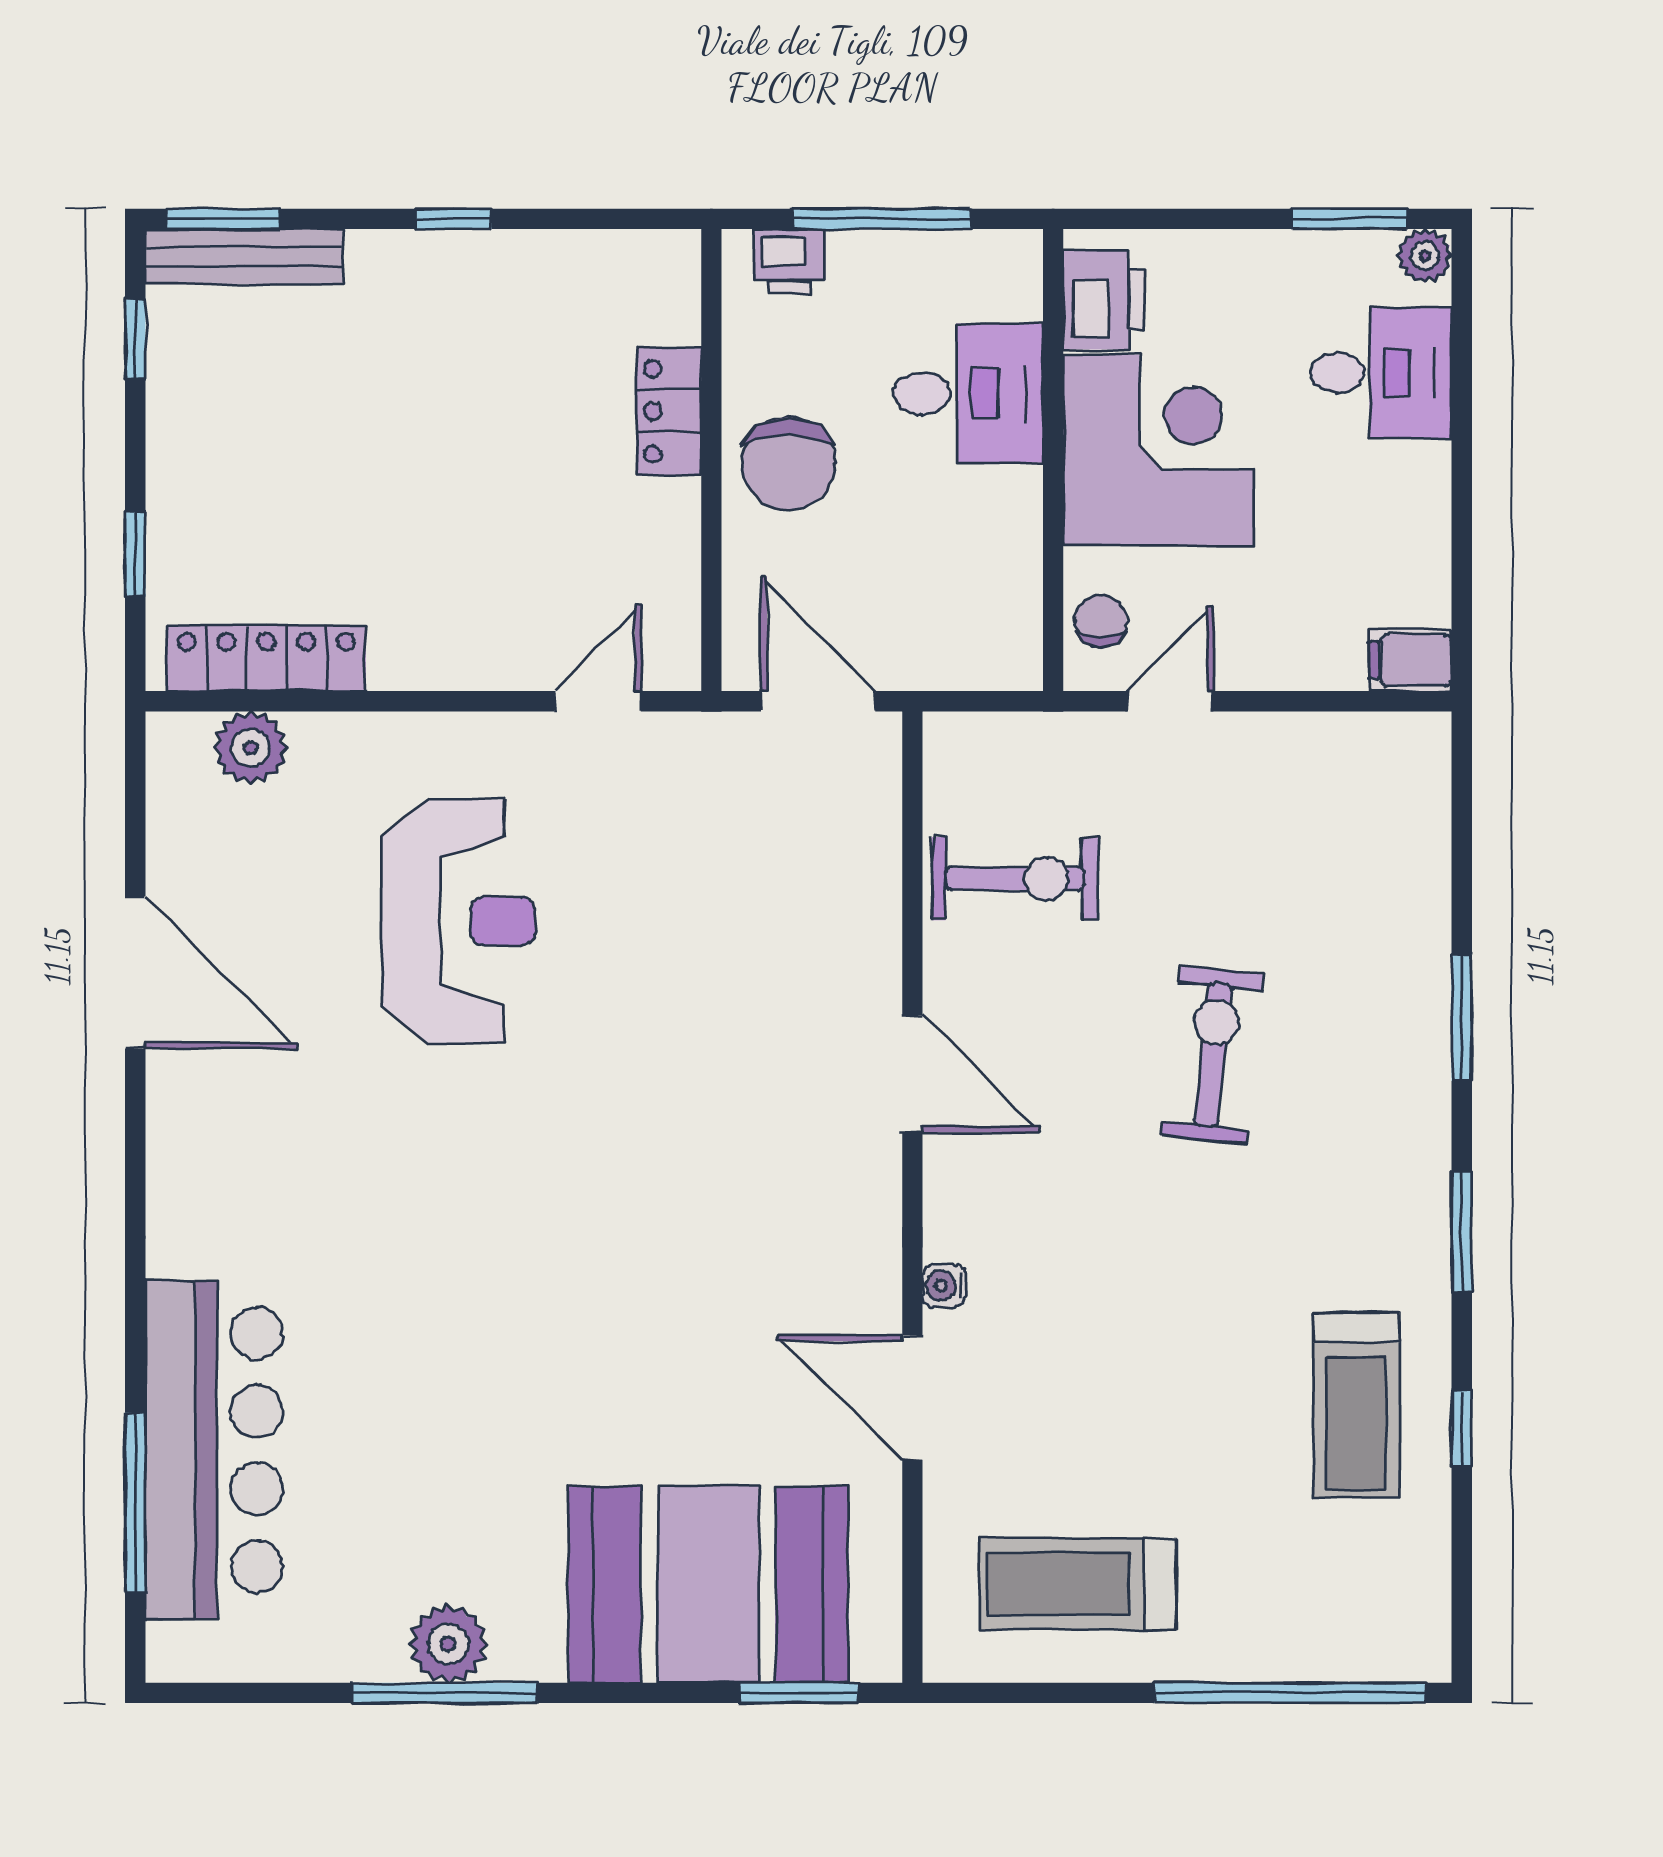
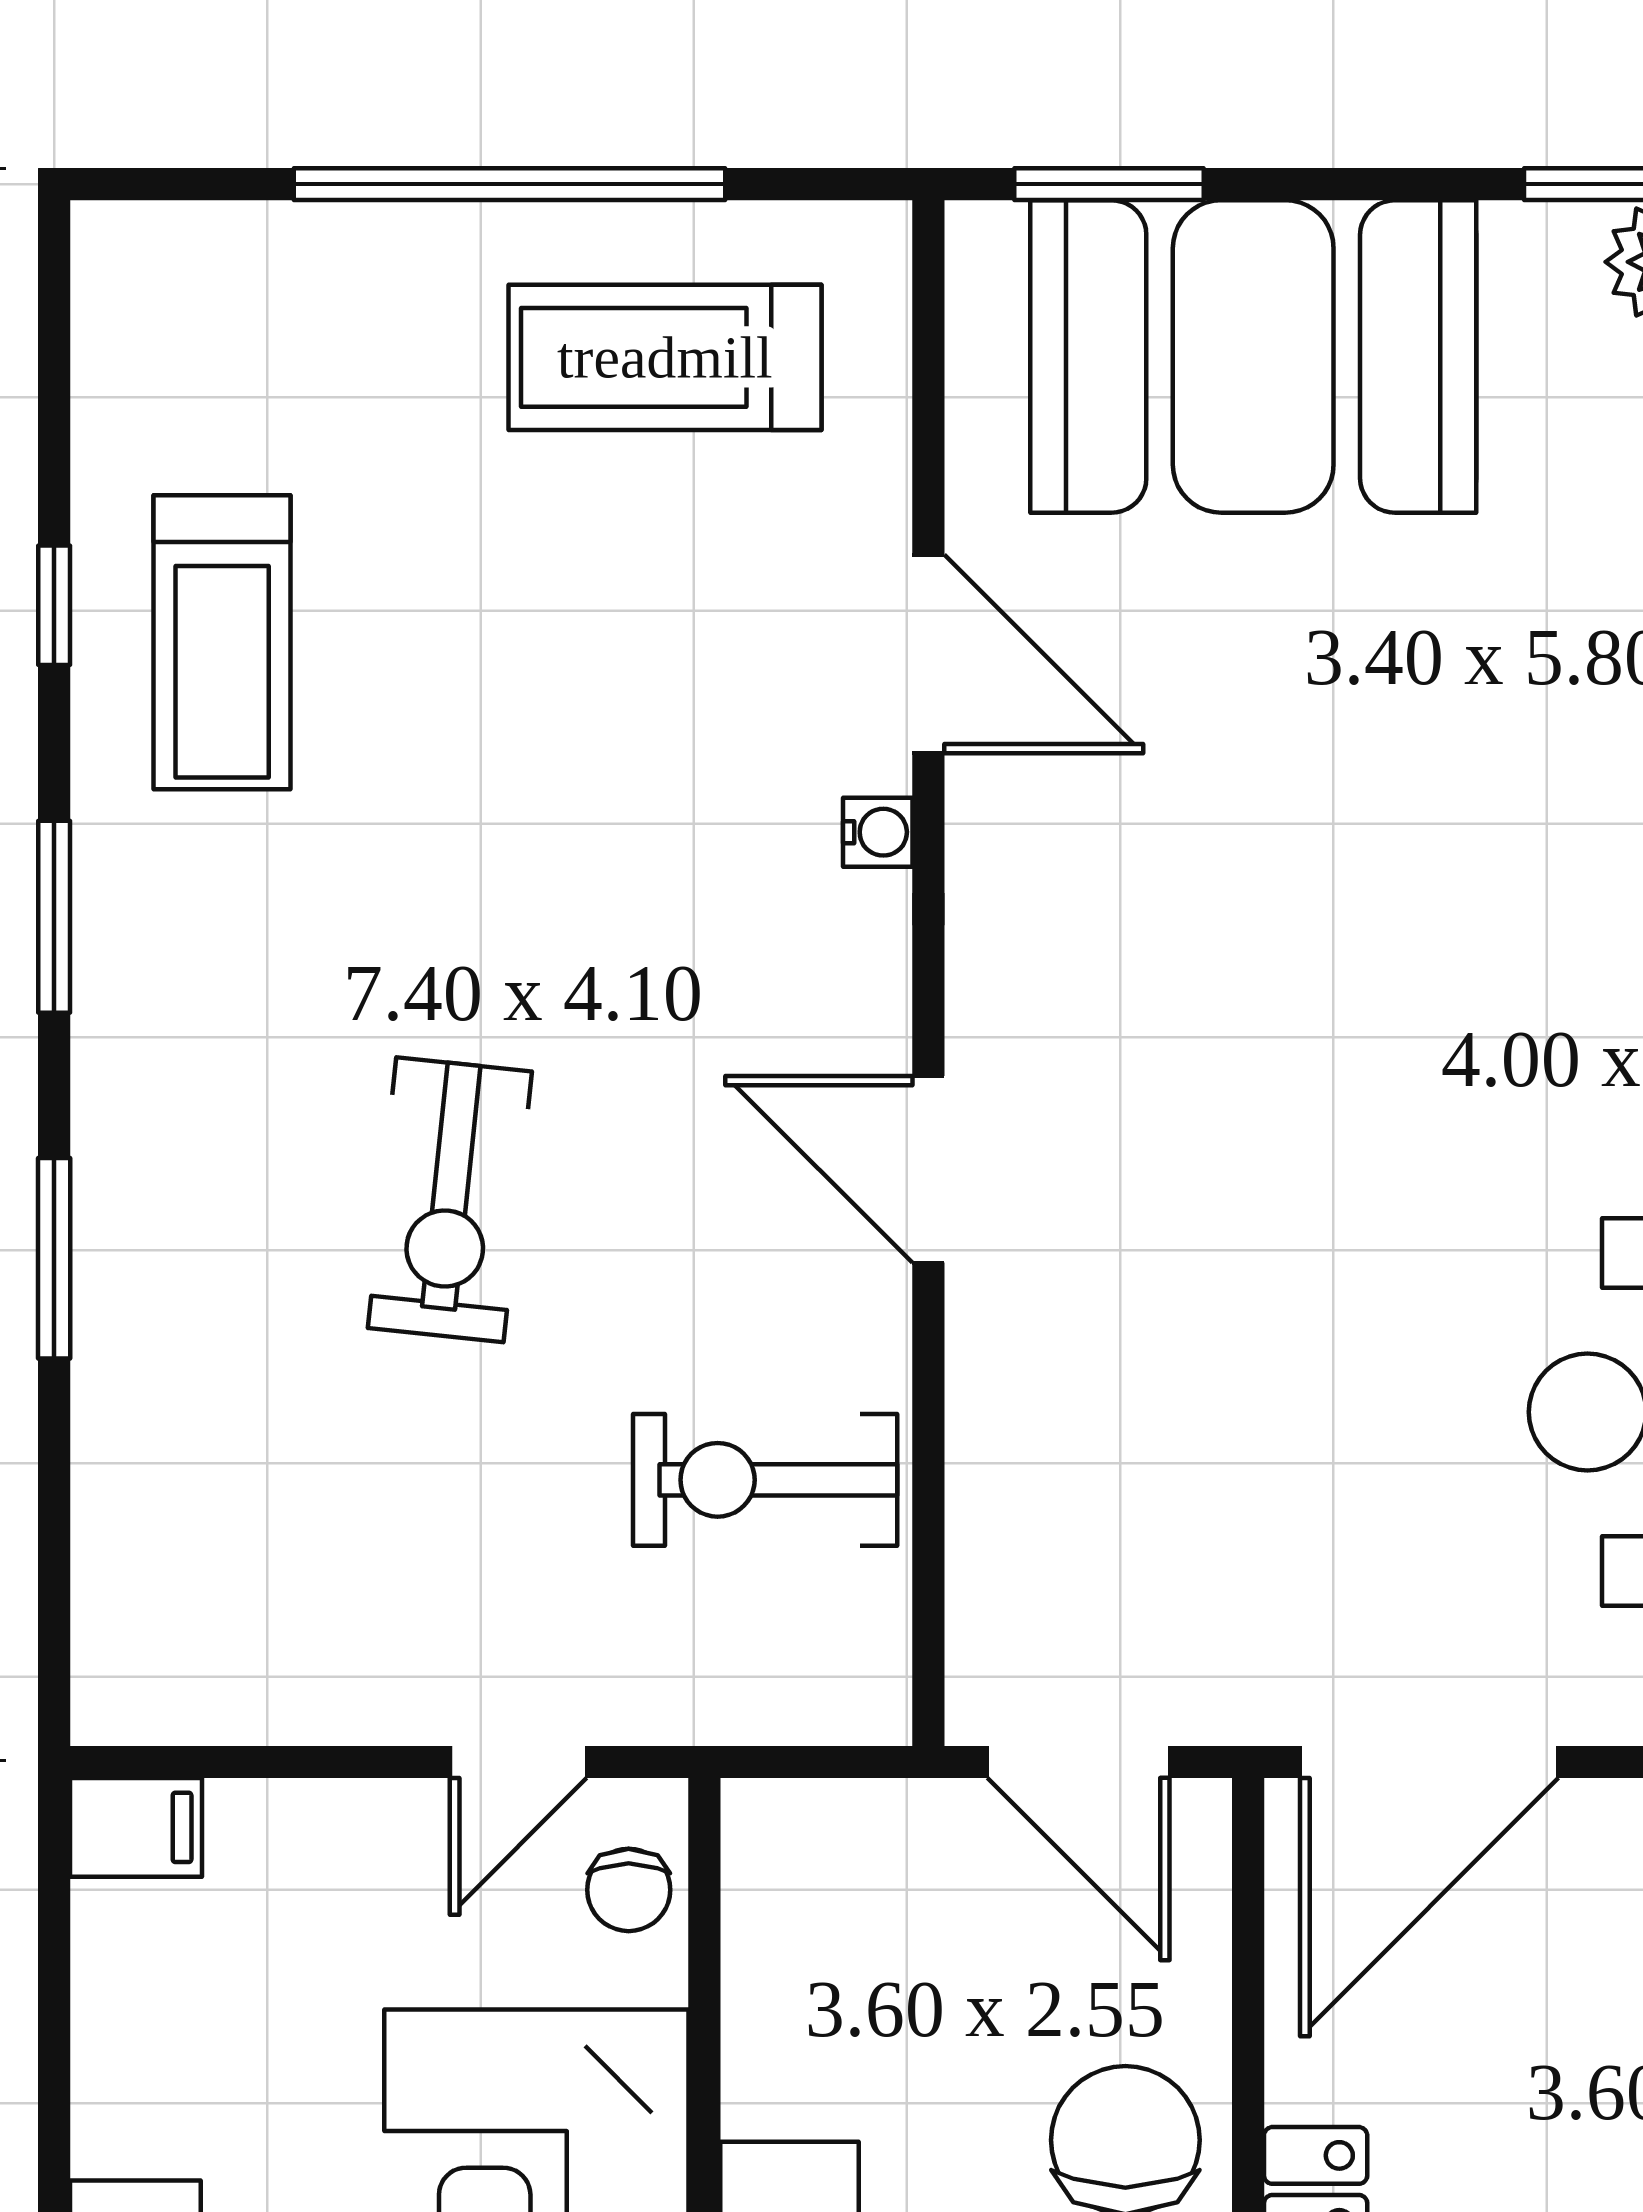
door: (598, 701) -> (1429, 1762), width x1.88
treadmill: (1356, 1405) -> (222, 642), turned 180
treadmill: (1078, 1584) -> (665, 357), turned 180
window: (1290, 1693) -> (509, 184), moved

